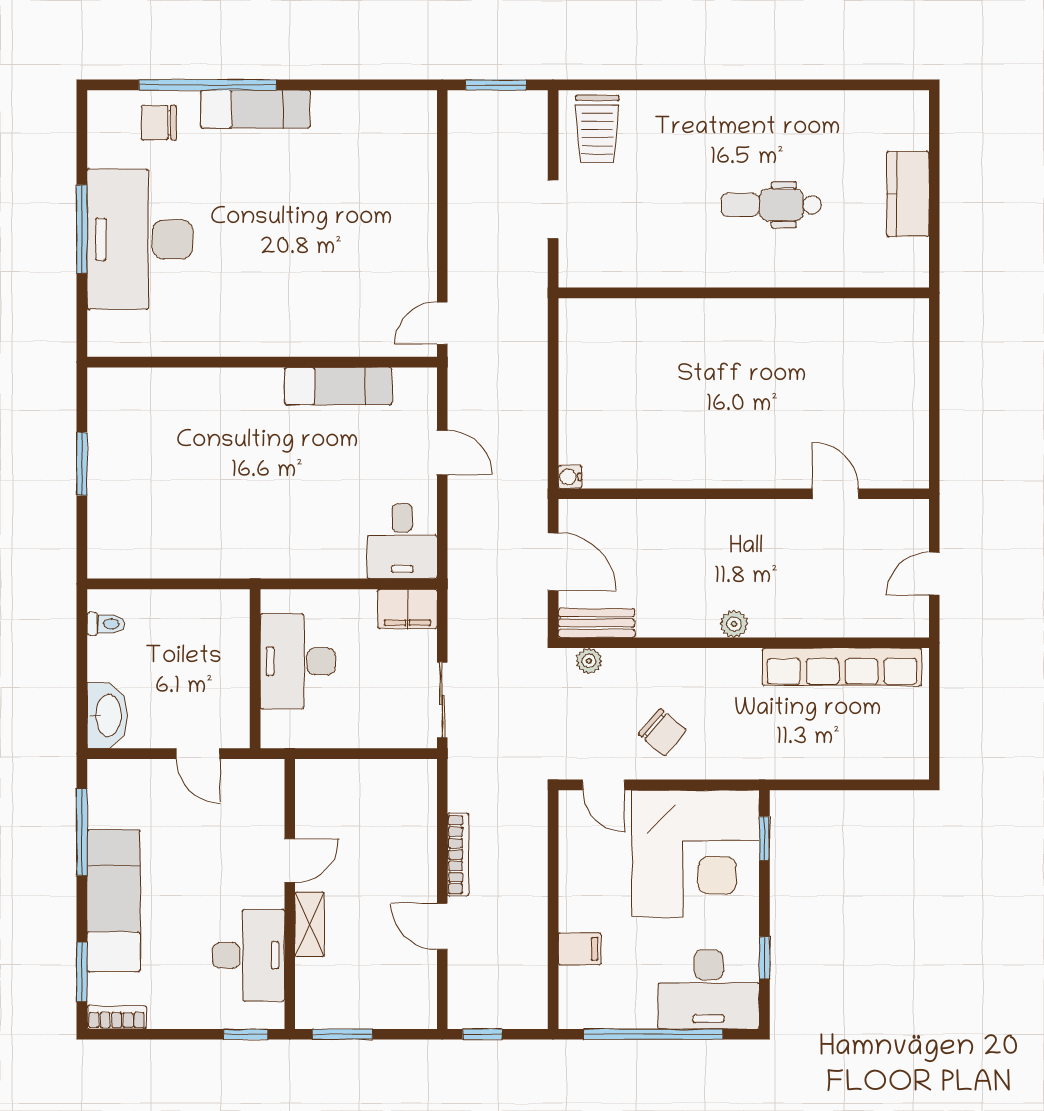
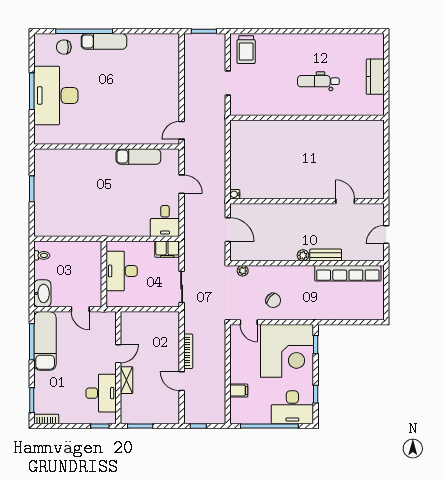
bench: (596, 623) -> (326, 255), moved
exam couch: (114, 901) -> (45, 341), moved

